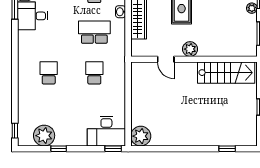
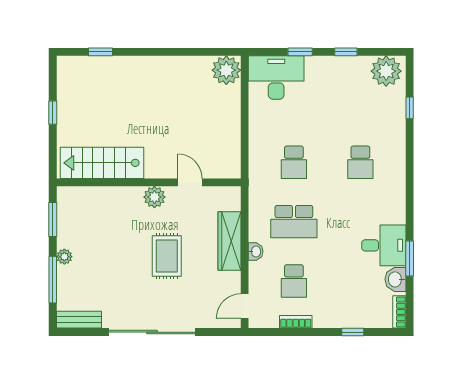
window: (15, 131) -> (410, 108), moved
plant: (44, 136) -> (386, 71), moved
window: (113, 149) -> (300, 52), moved

